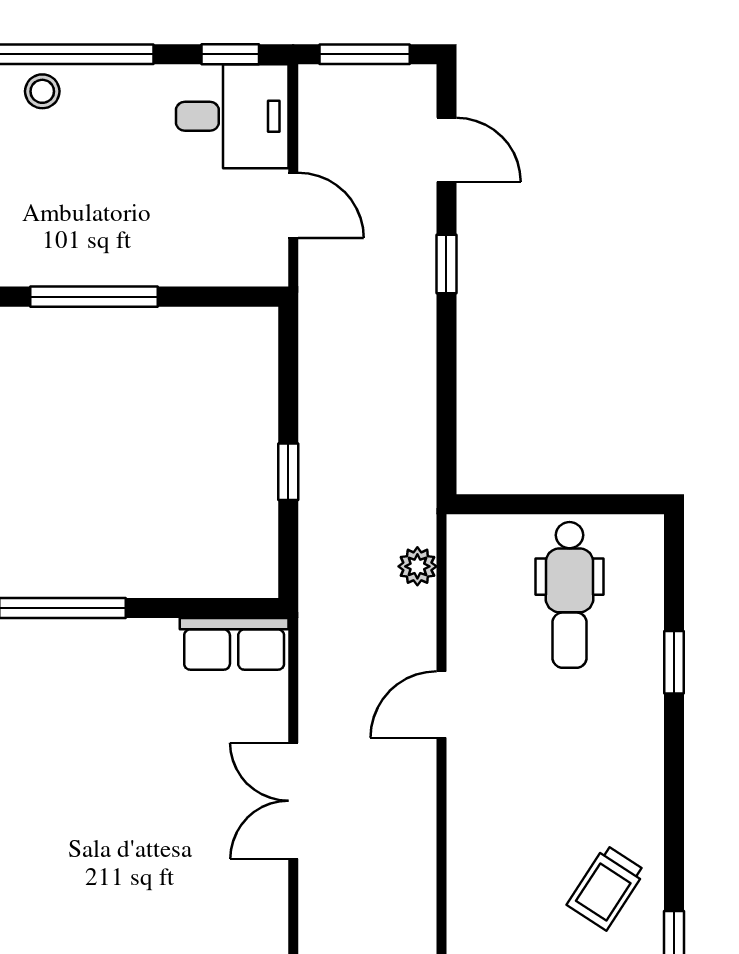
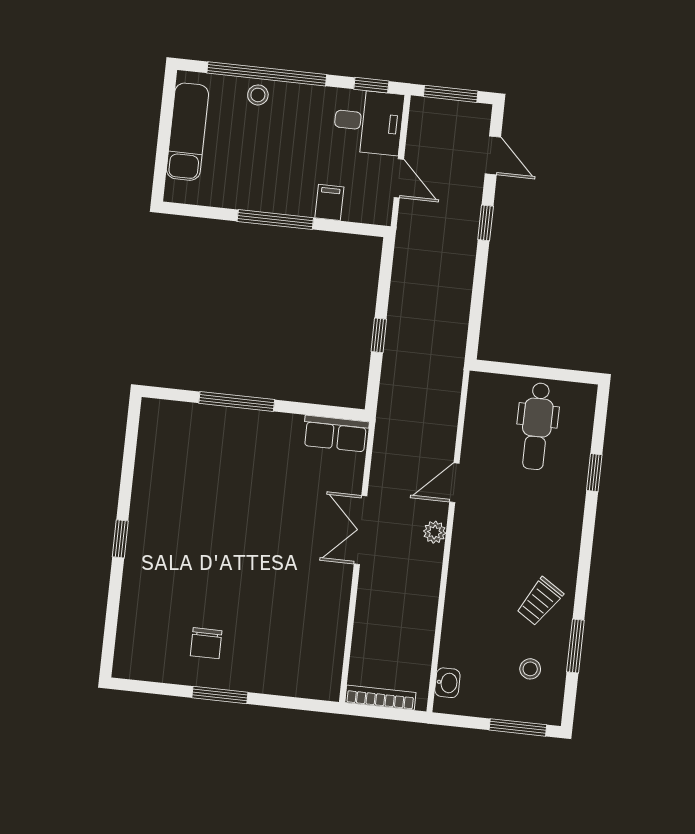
filing cabinet: (182, 258) -> (329, 202), added
plant: (417, 566) -> (435, 532), moved

